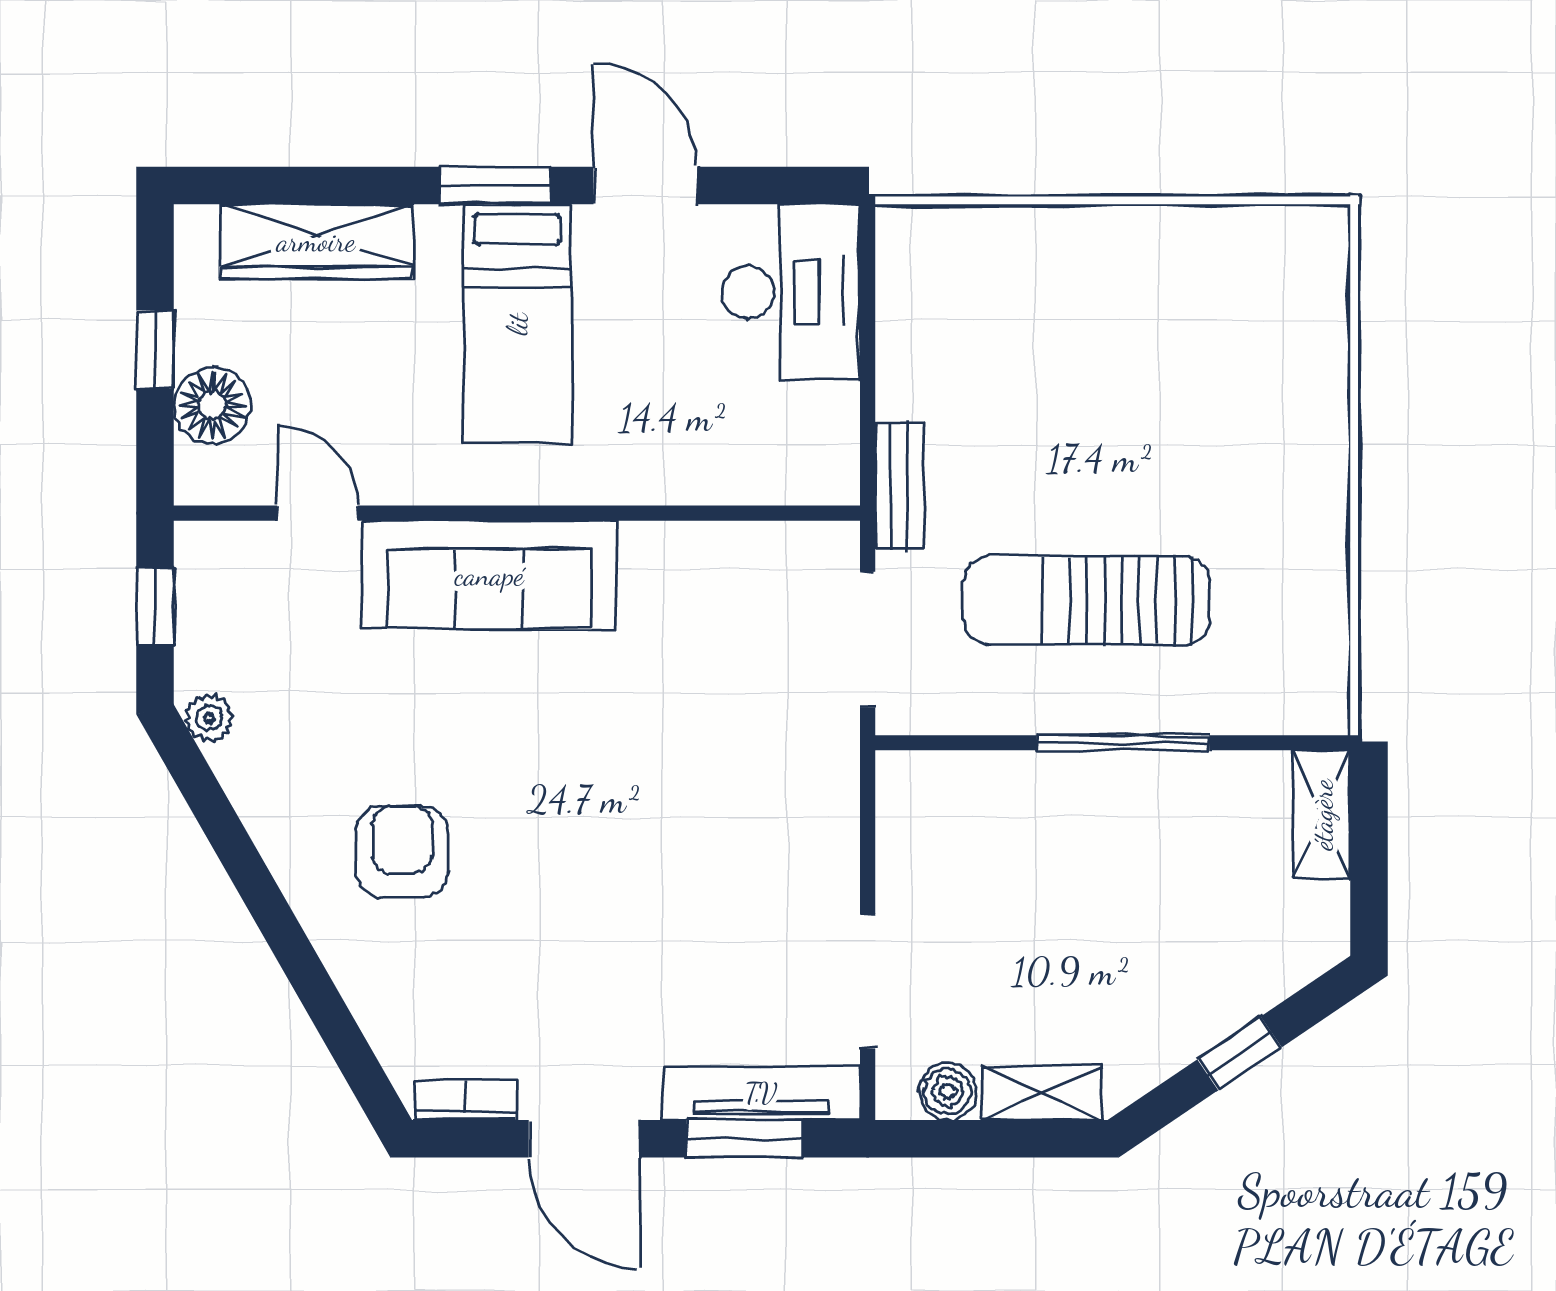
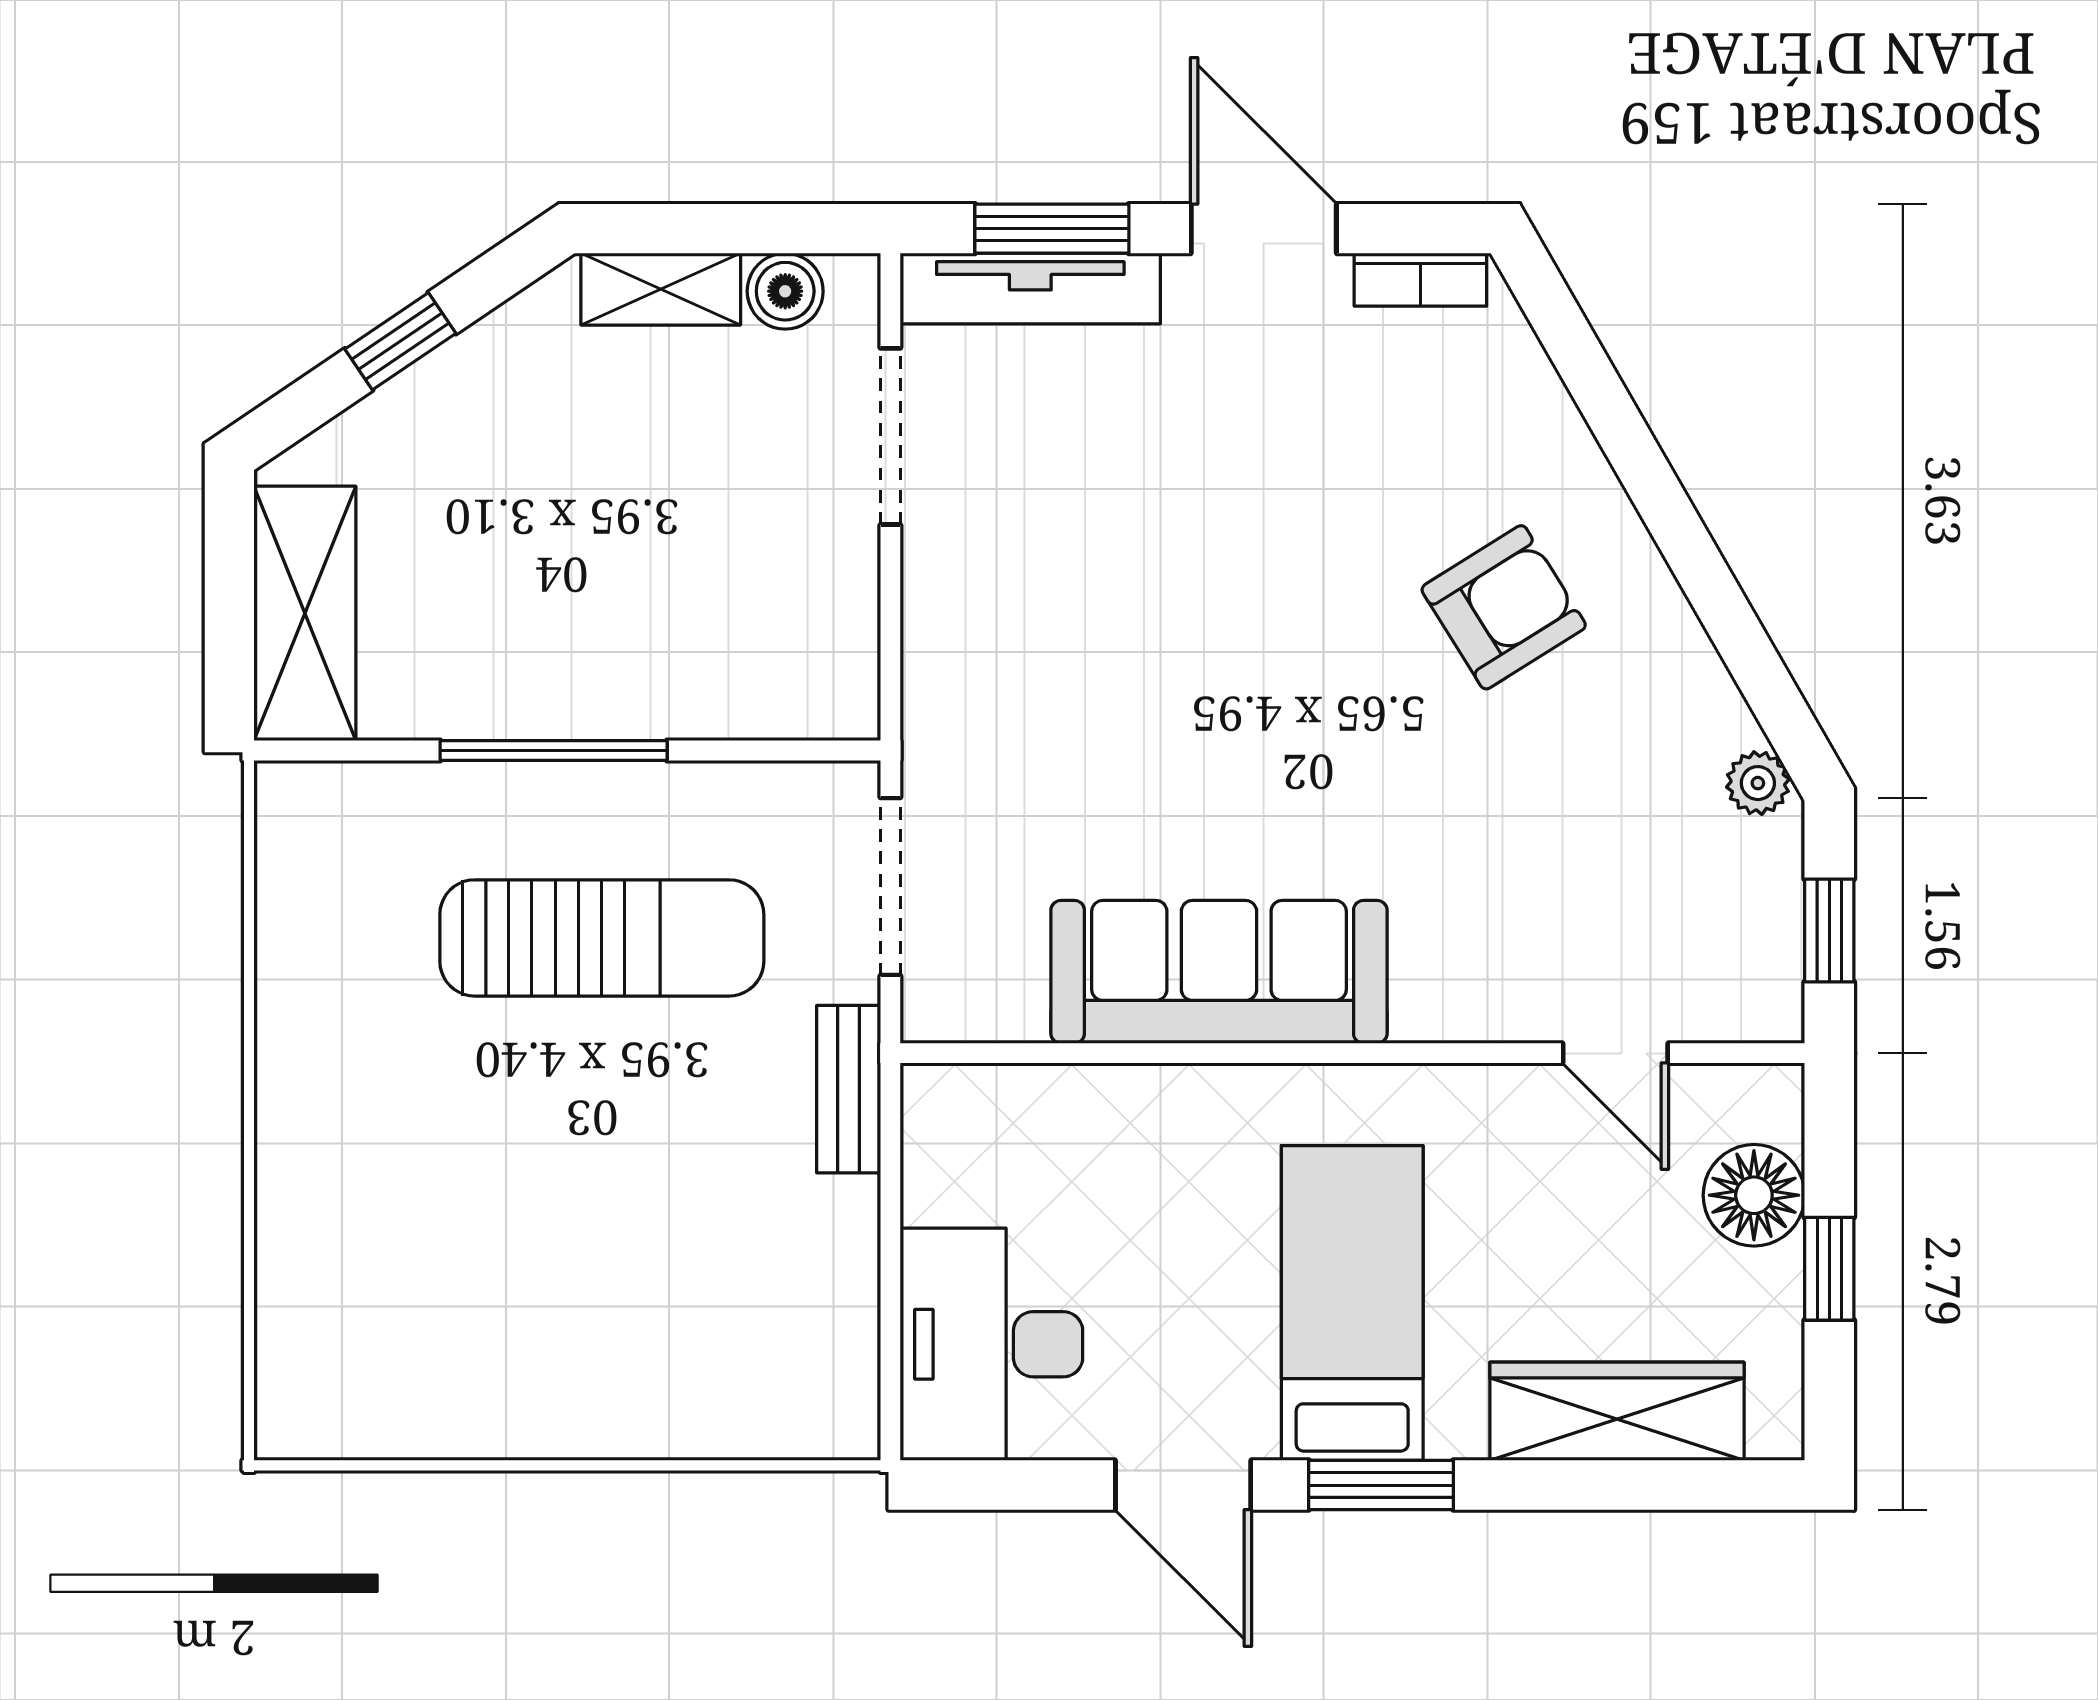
sofa: (489, 575) -> (1219, 972), moved
shelving: (1322, 815) -> (305, 613), width x1.50, depth x1.33
armchair: (402, 851) -> (1504, 607), turned -122

